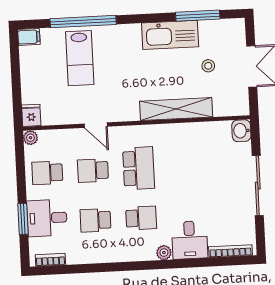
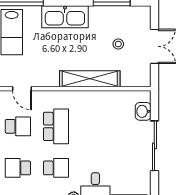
kitchen sink: (170, 35) -> (65, 17), moved
washbasin: (241, 131) -> (143, 111), moved
school desk: (93, 171) -> (18, 126), turned 180

